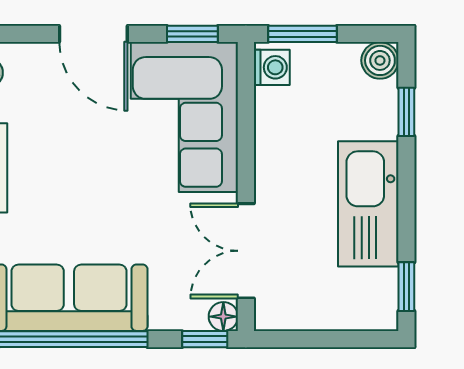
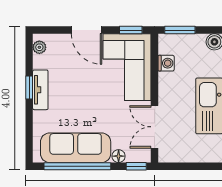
washing machine: (272, 67) -> (166, 63), moved
floor lamp: (223, 317) -> (119, 156), moved

